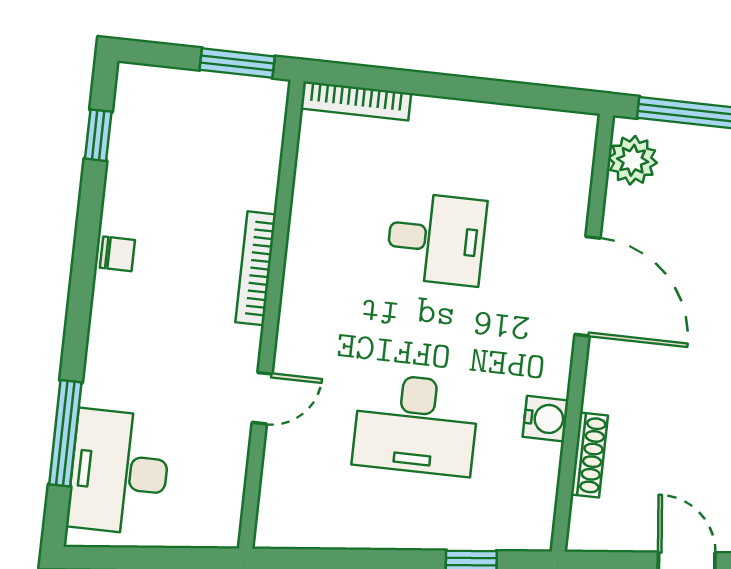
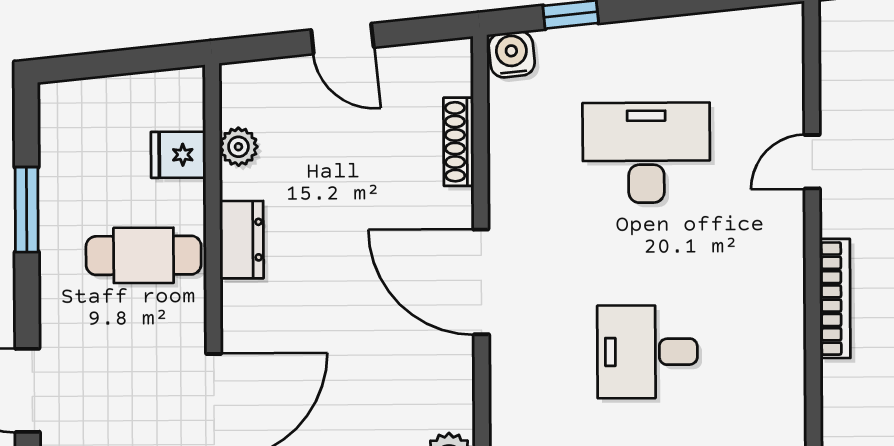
door: (587, 286) -> (481, 282), moved
water cooler: (546, 419) -> (512, 54), moved, turned 84

